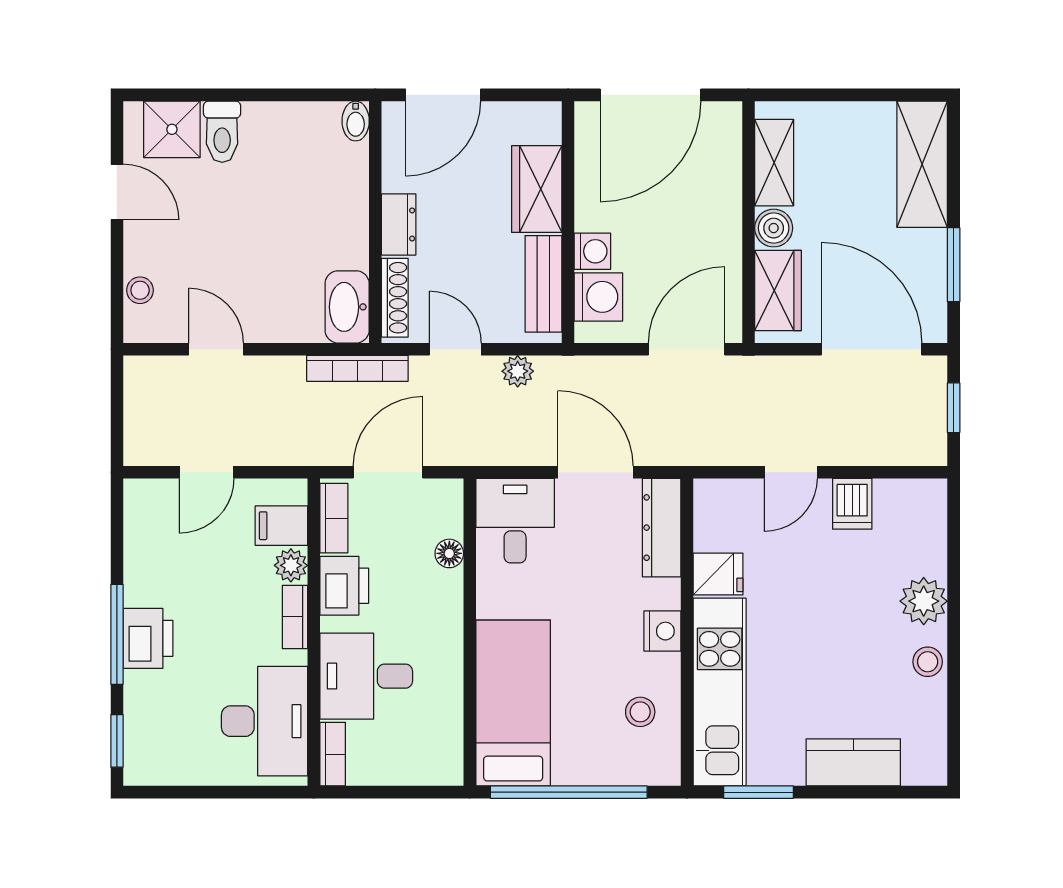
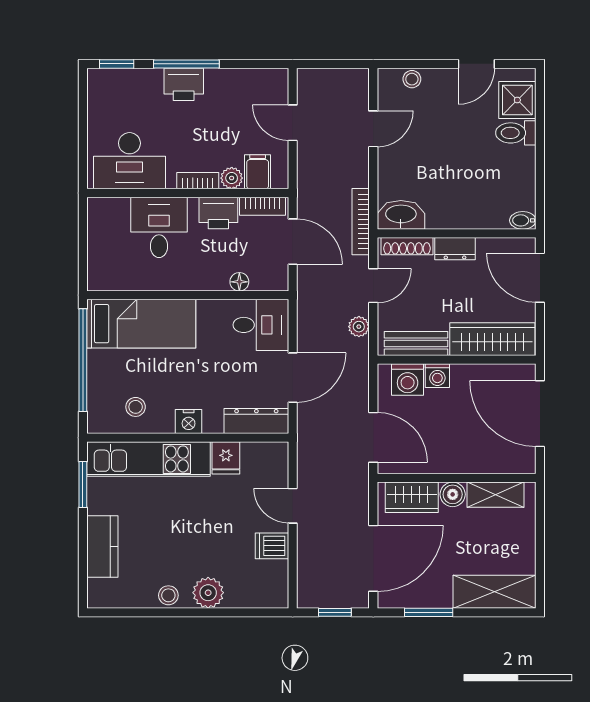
wardrobe: (537, 189) -> (492, 339), width x1.50
bookcase: (333, 754) -> (108, 205), removed

